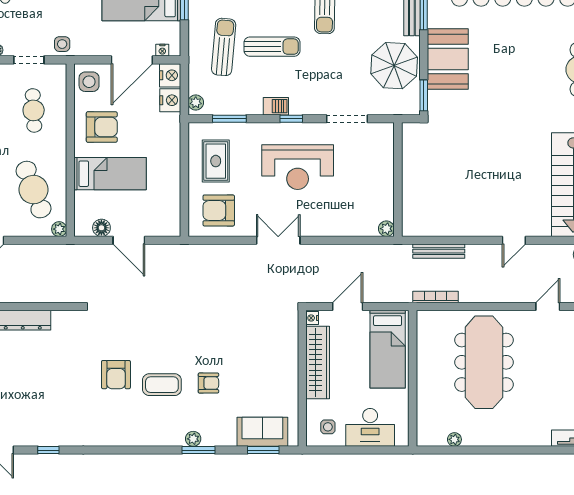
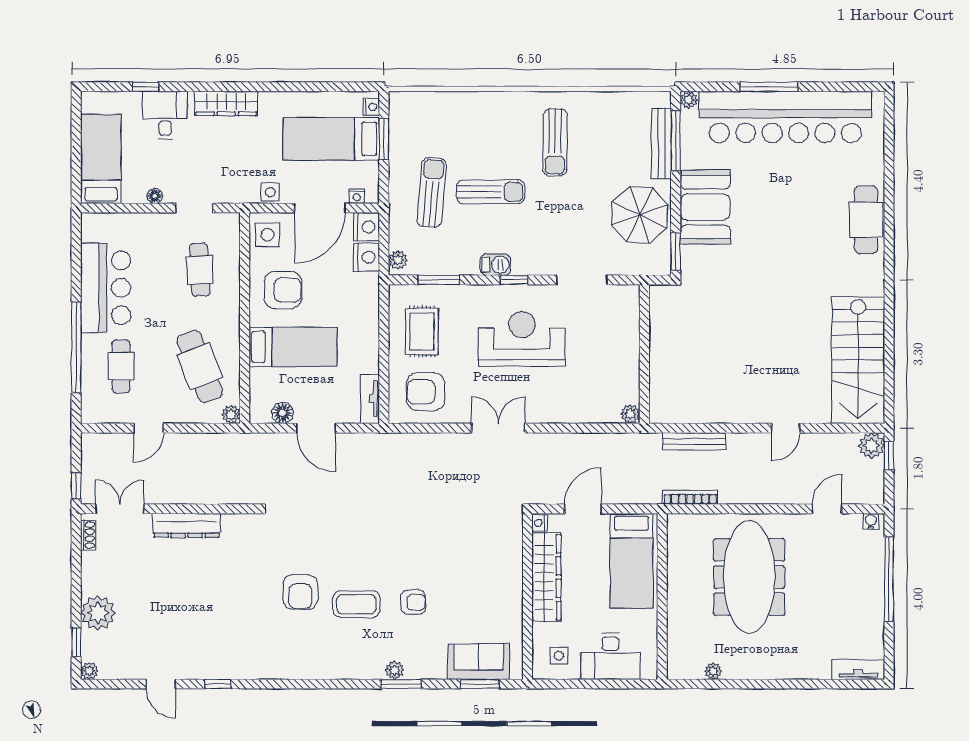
side table: (62, 44) -> (270, 192), moved
reception desk: (298, 167) -> (522, 339), turned 180
tv unit: (173, 216) -> (370, 399), added

